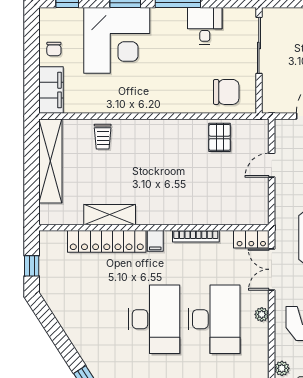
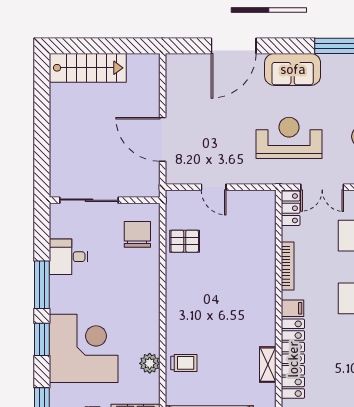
plant: (102, 104) -> (150, 363), added
shelving: (110, 215) -> (268, 365), width x0.67, depth x0.75

